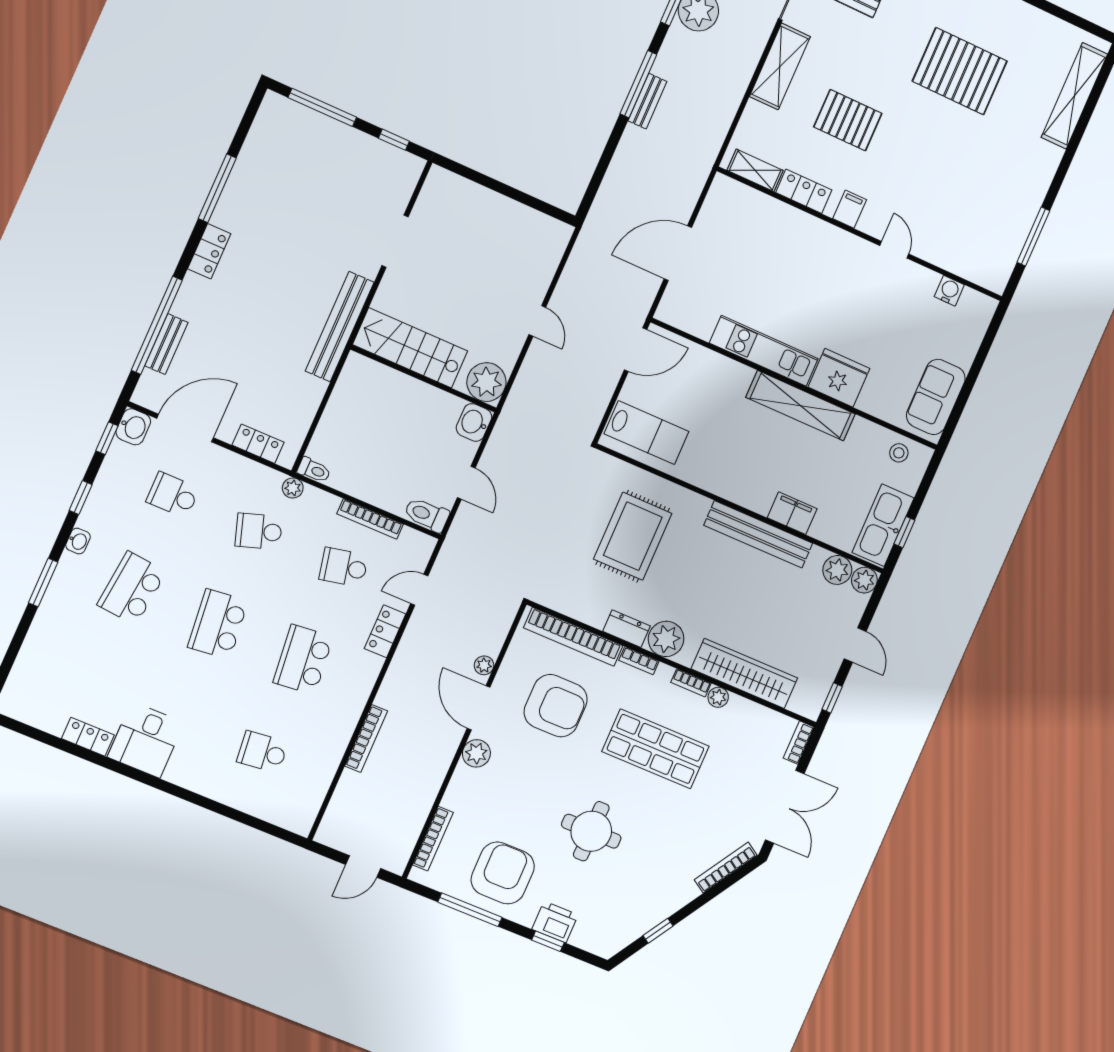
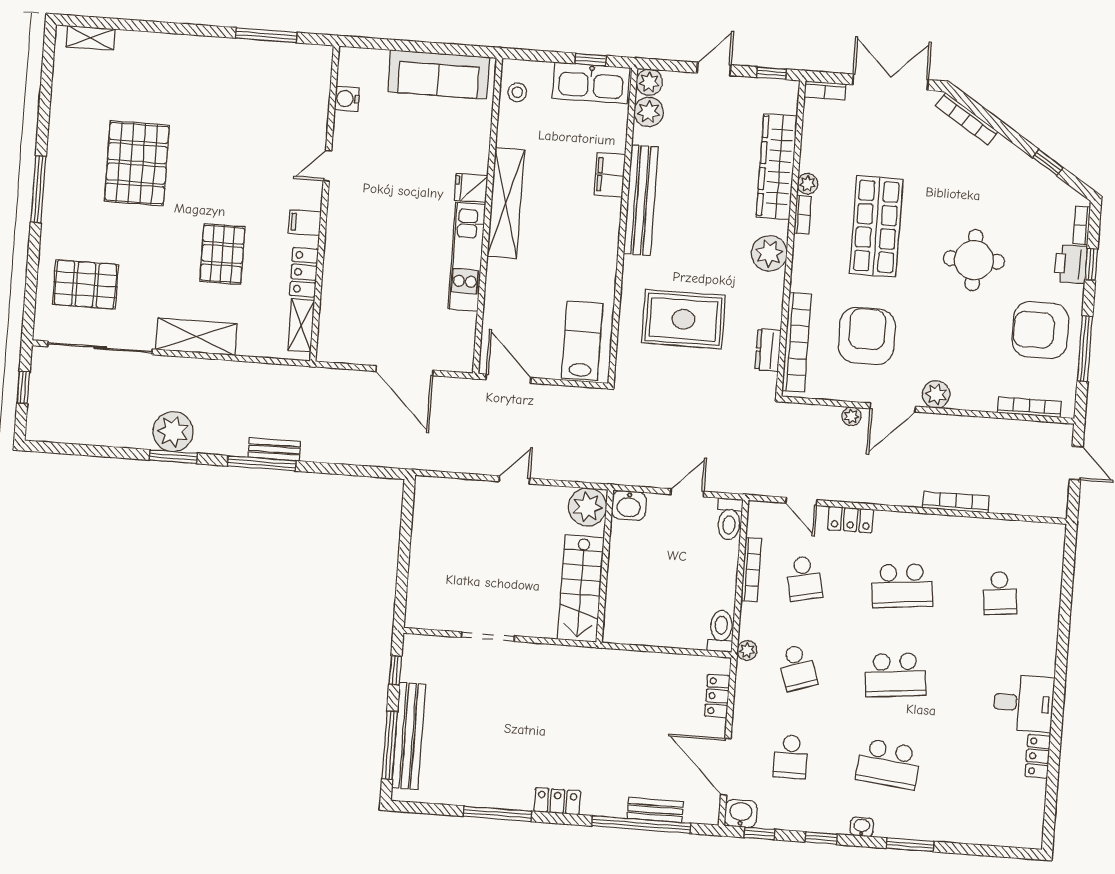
shelving: (1074, 96) -> (91, 38), width x0.45, depth x0.75
bench: (340, 327) -> (409, 736), moved, turned 90
fridge: (839, 378) -> (471, 188), width x0.53, depth x0.75
sofa: (936, 397) -> (439, 74), width x1.36
toilet: (314, 470) -> (721, 631), width x1.37, depth x1.39
dresser: (627, 629) -> (768, 350), moved
bookcase: (639, 661) -> (1082, 225), moved, turned 180

